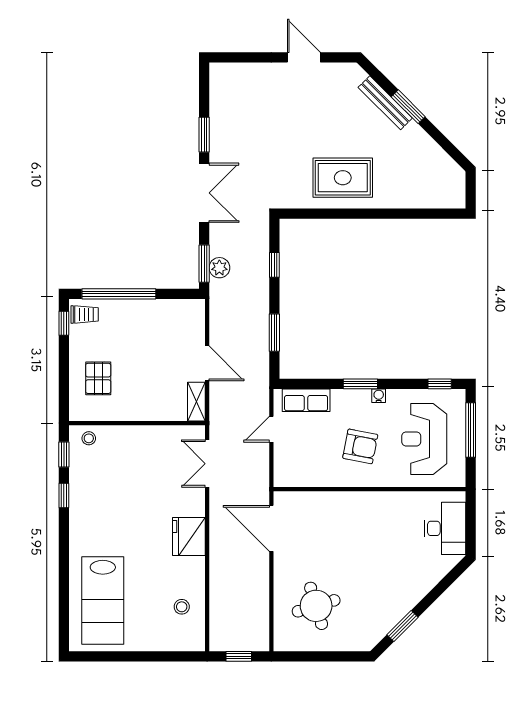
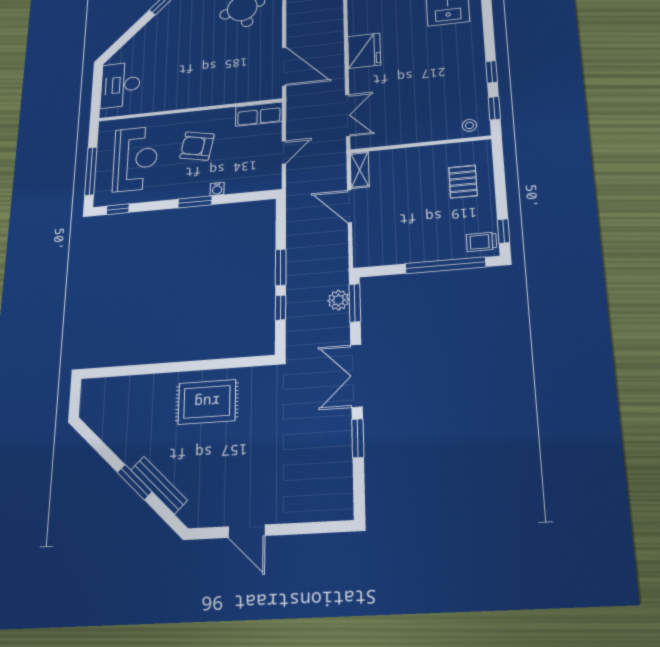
window: (274, 333) -> (281, 267), moved
water cooler: (379, 396) -> (217, 189), moved
row of seats: (306, 400) -> (259, 114), moved, turned 180

